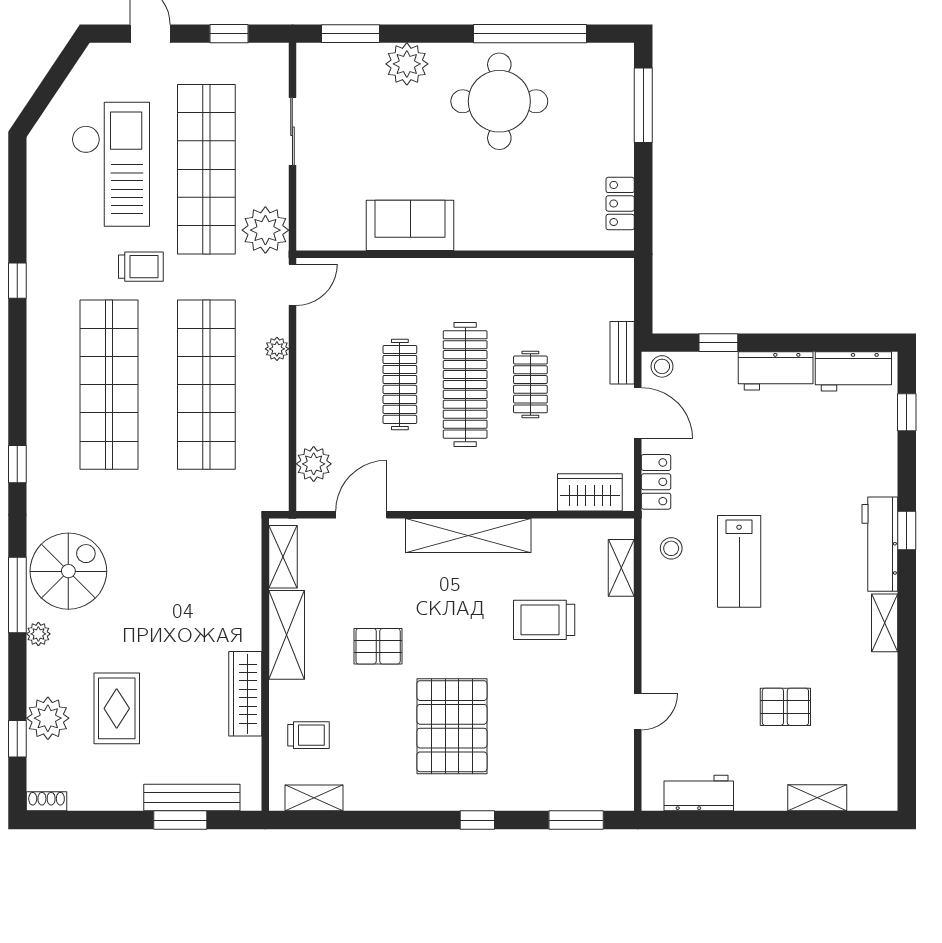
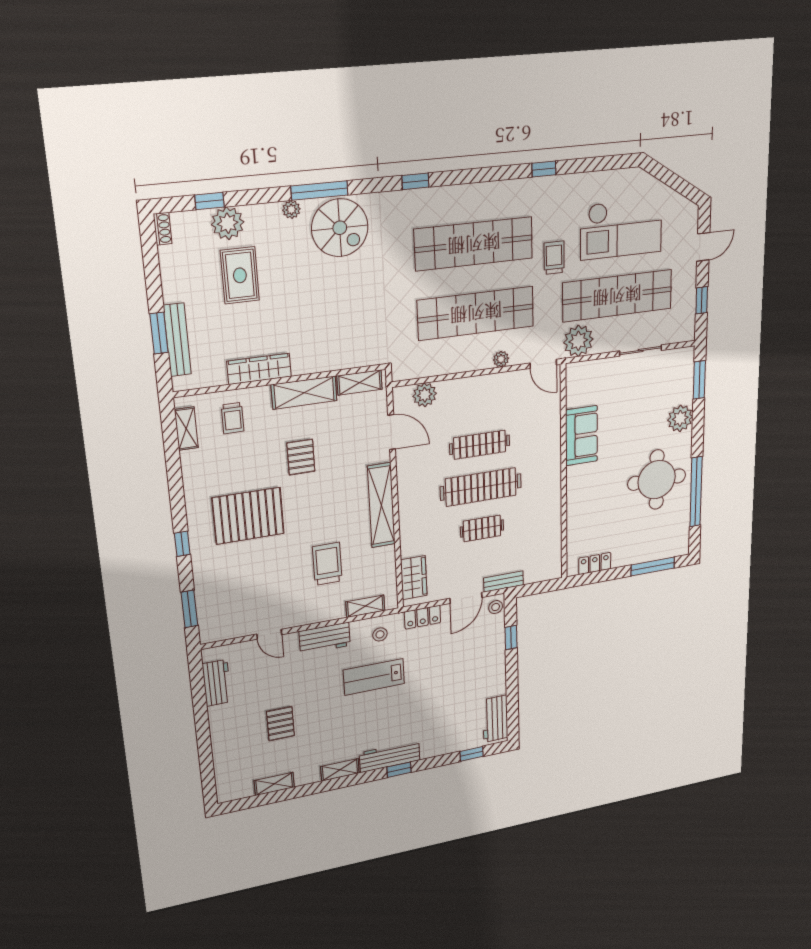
trolley: (141, 267) -> (554, 258), turned 180
workbench: (776, 371) -> (325, 638), moved, turned -90
rug: (117, 708) -> (240, 275), turned 90
shelving: (817, 798) -> (274, 784), moved, turned 90

